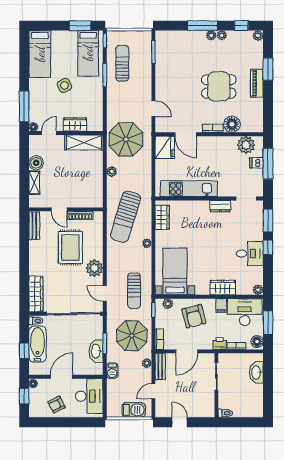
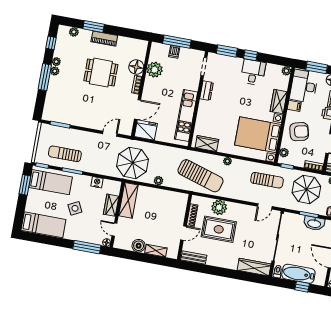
plant: (258, 36) -> (74, 32), moved
dining table: (219, 86) -> (101, 73), turned 90
nightstand: (97, 104) -> (97, 182), added
plant: (246, 145) -> (155, 70), moved
plant: (94, 268) -> (219, 207), moved
bed with nightstands: (175, 271) -> (258, 135), width x1.36

